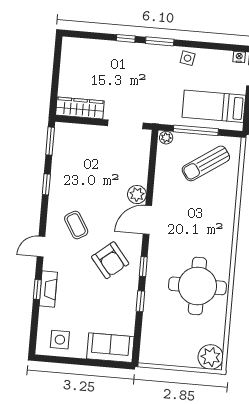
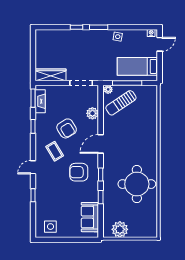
sun lounger: (206, 163) -> (121, 103), moved
armchair: (97, 192) -> (67, 128), added
plant: (137, 195) -> (92, 113), moved
armchair: (110, 260) -> (79, 172), turned 129
fireplace: (48, 289) -> (40, 101), moved
sofa: (110, 348) -> (90, 217), moved, turned -90
plant: (211, 357) -> (120, 229), moved

